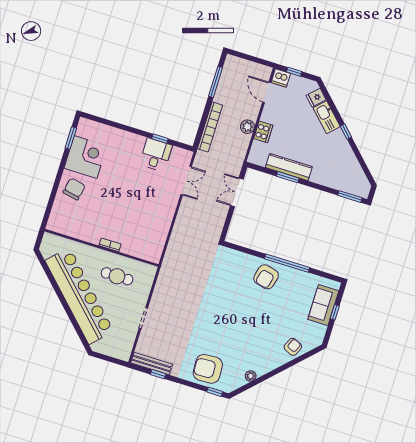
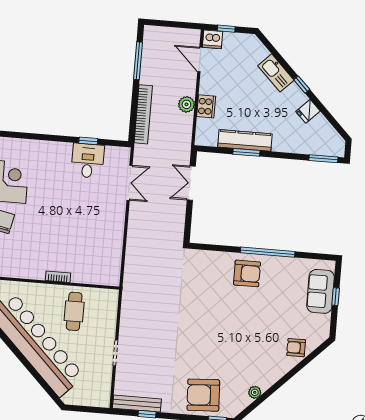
fridge: (316, 98) -> (308, 111), moved
cafe table: (117, 276) -> (74, 311), turned 90
armchair: (266, 277) -> (247, 273), turned -104
armchair: (293, 347) -> (296, 348), turned -114

